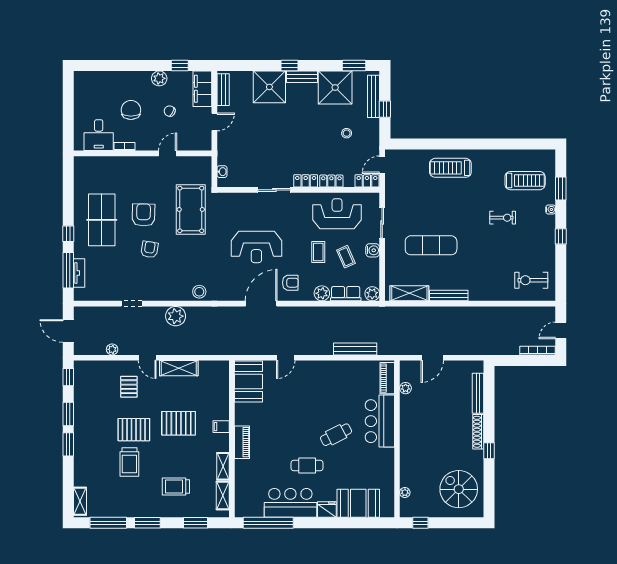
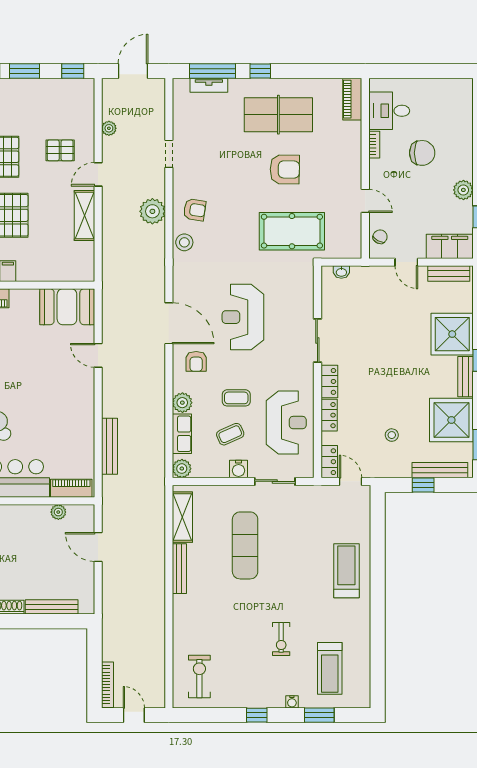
chair: (170, 111) -> (380, 237), moved
piano: (90, 163) -> (352, 99), added
armchair: (149, 249) -> (195, 210), moved

